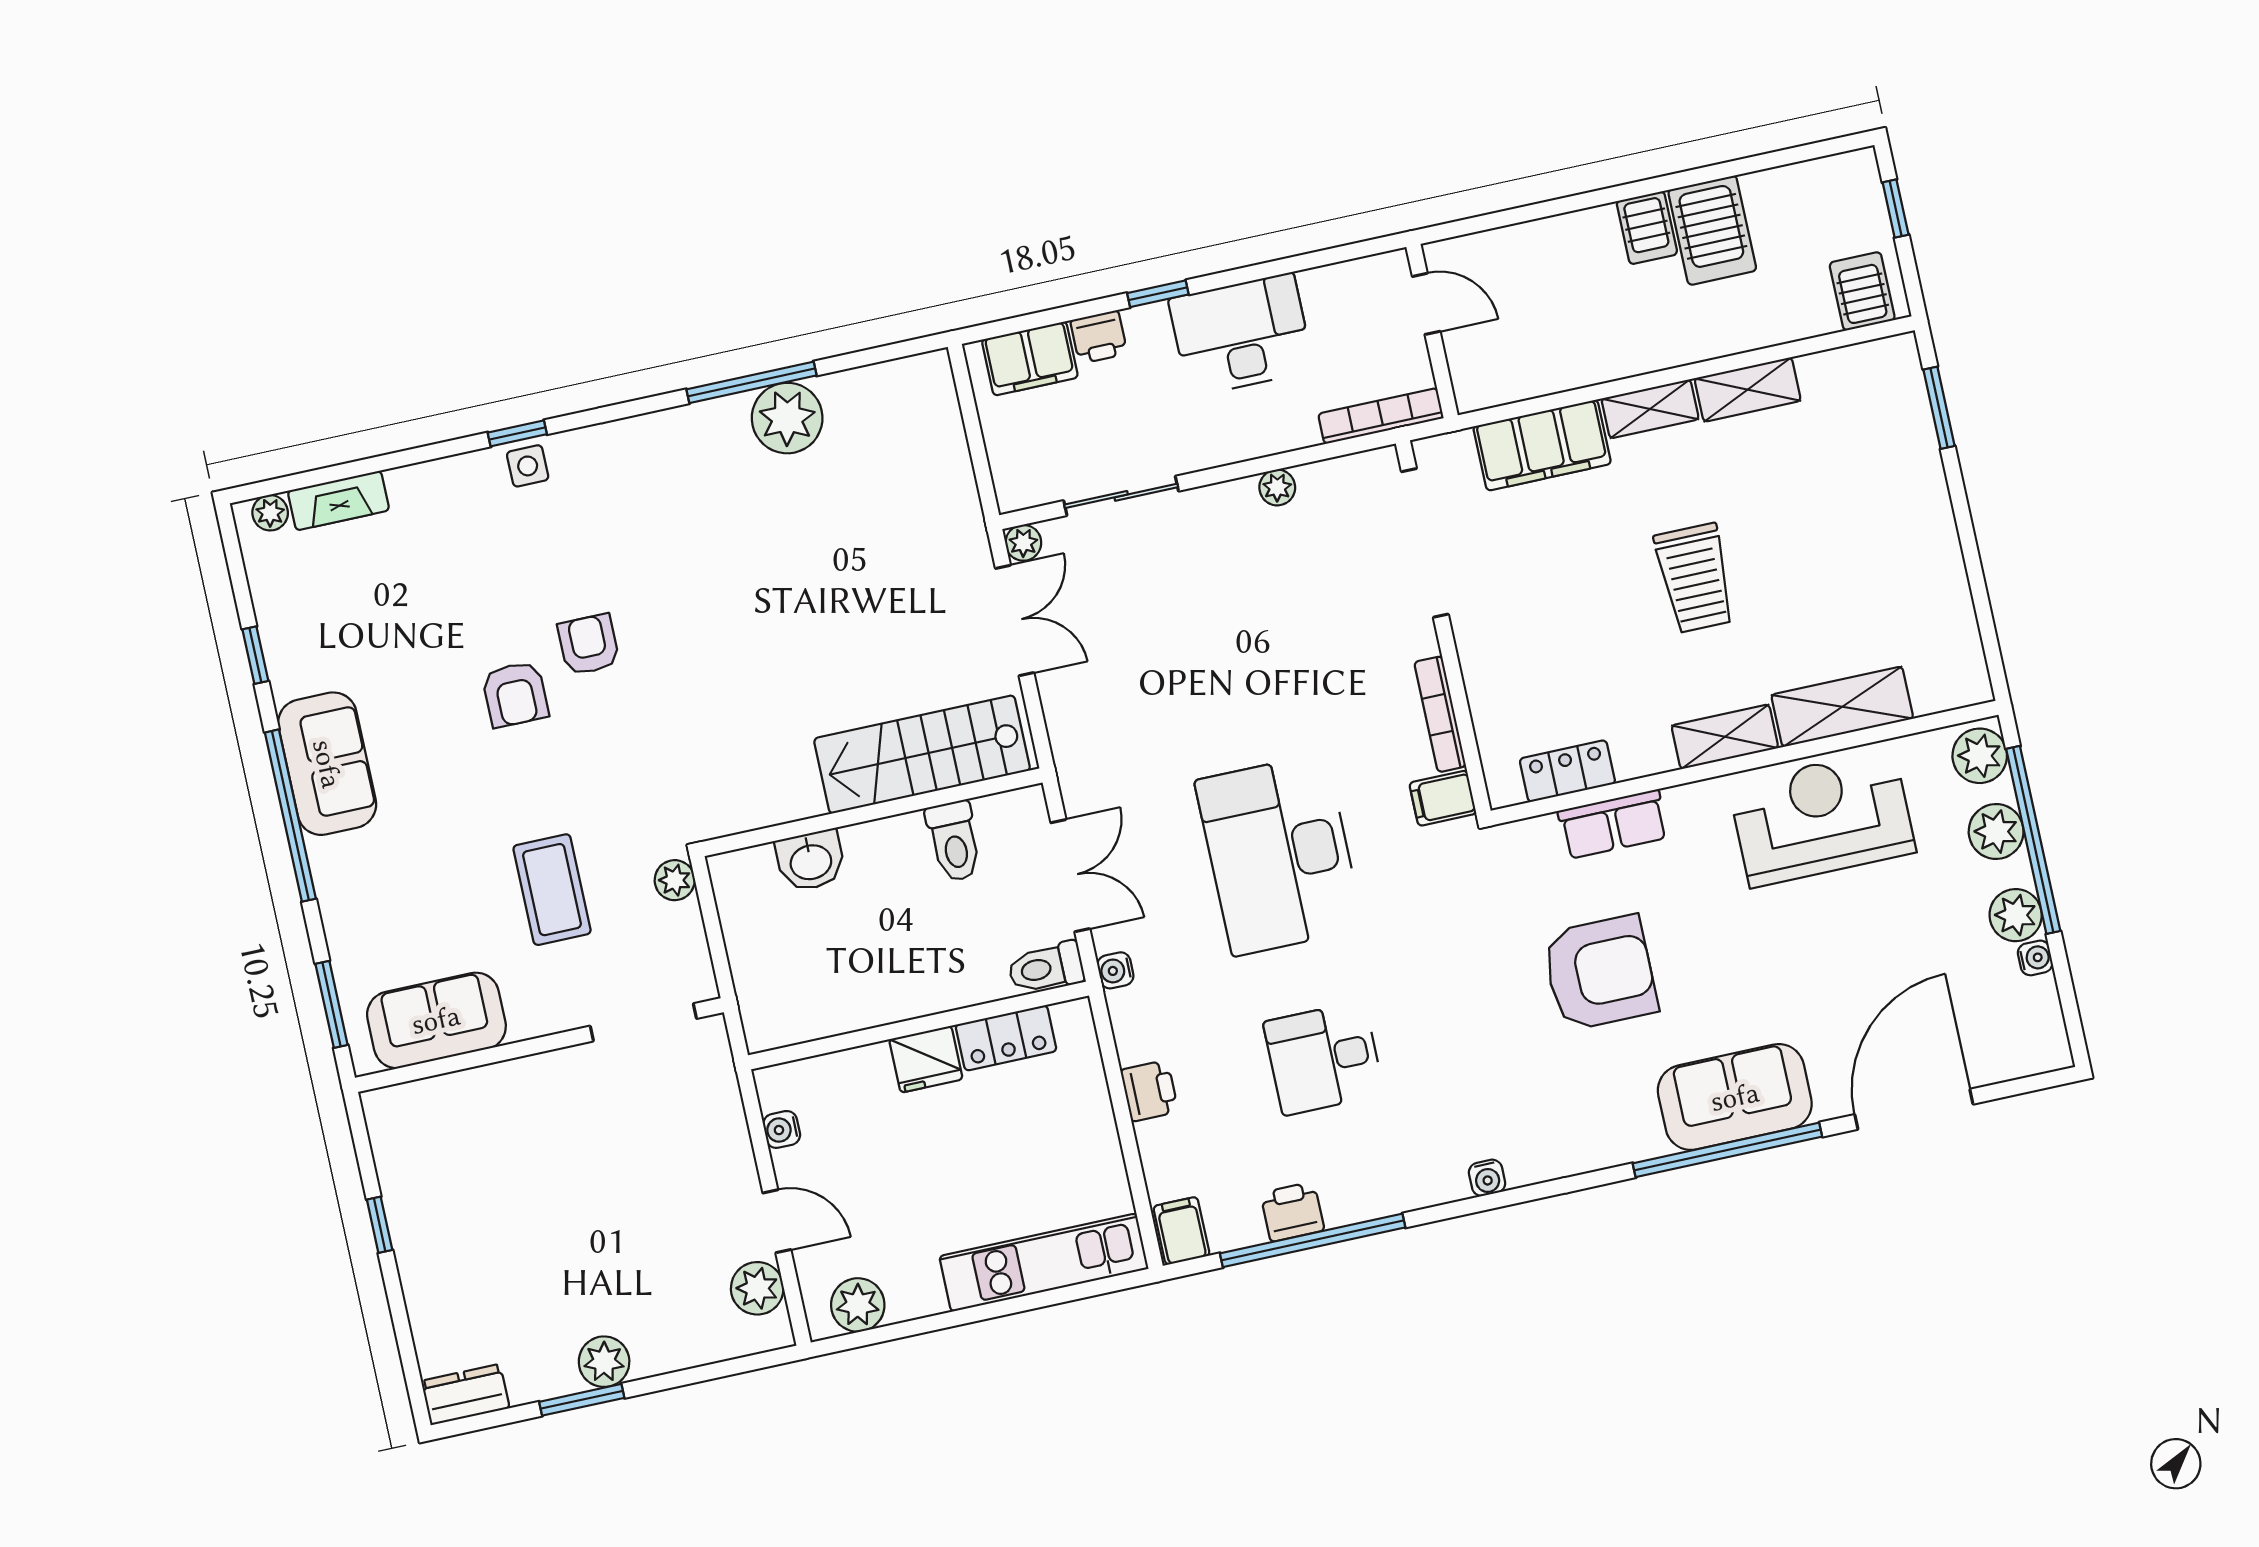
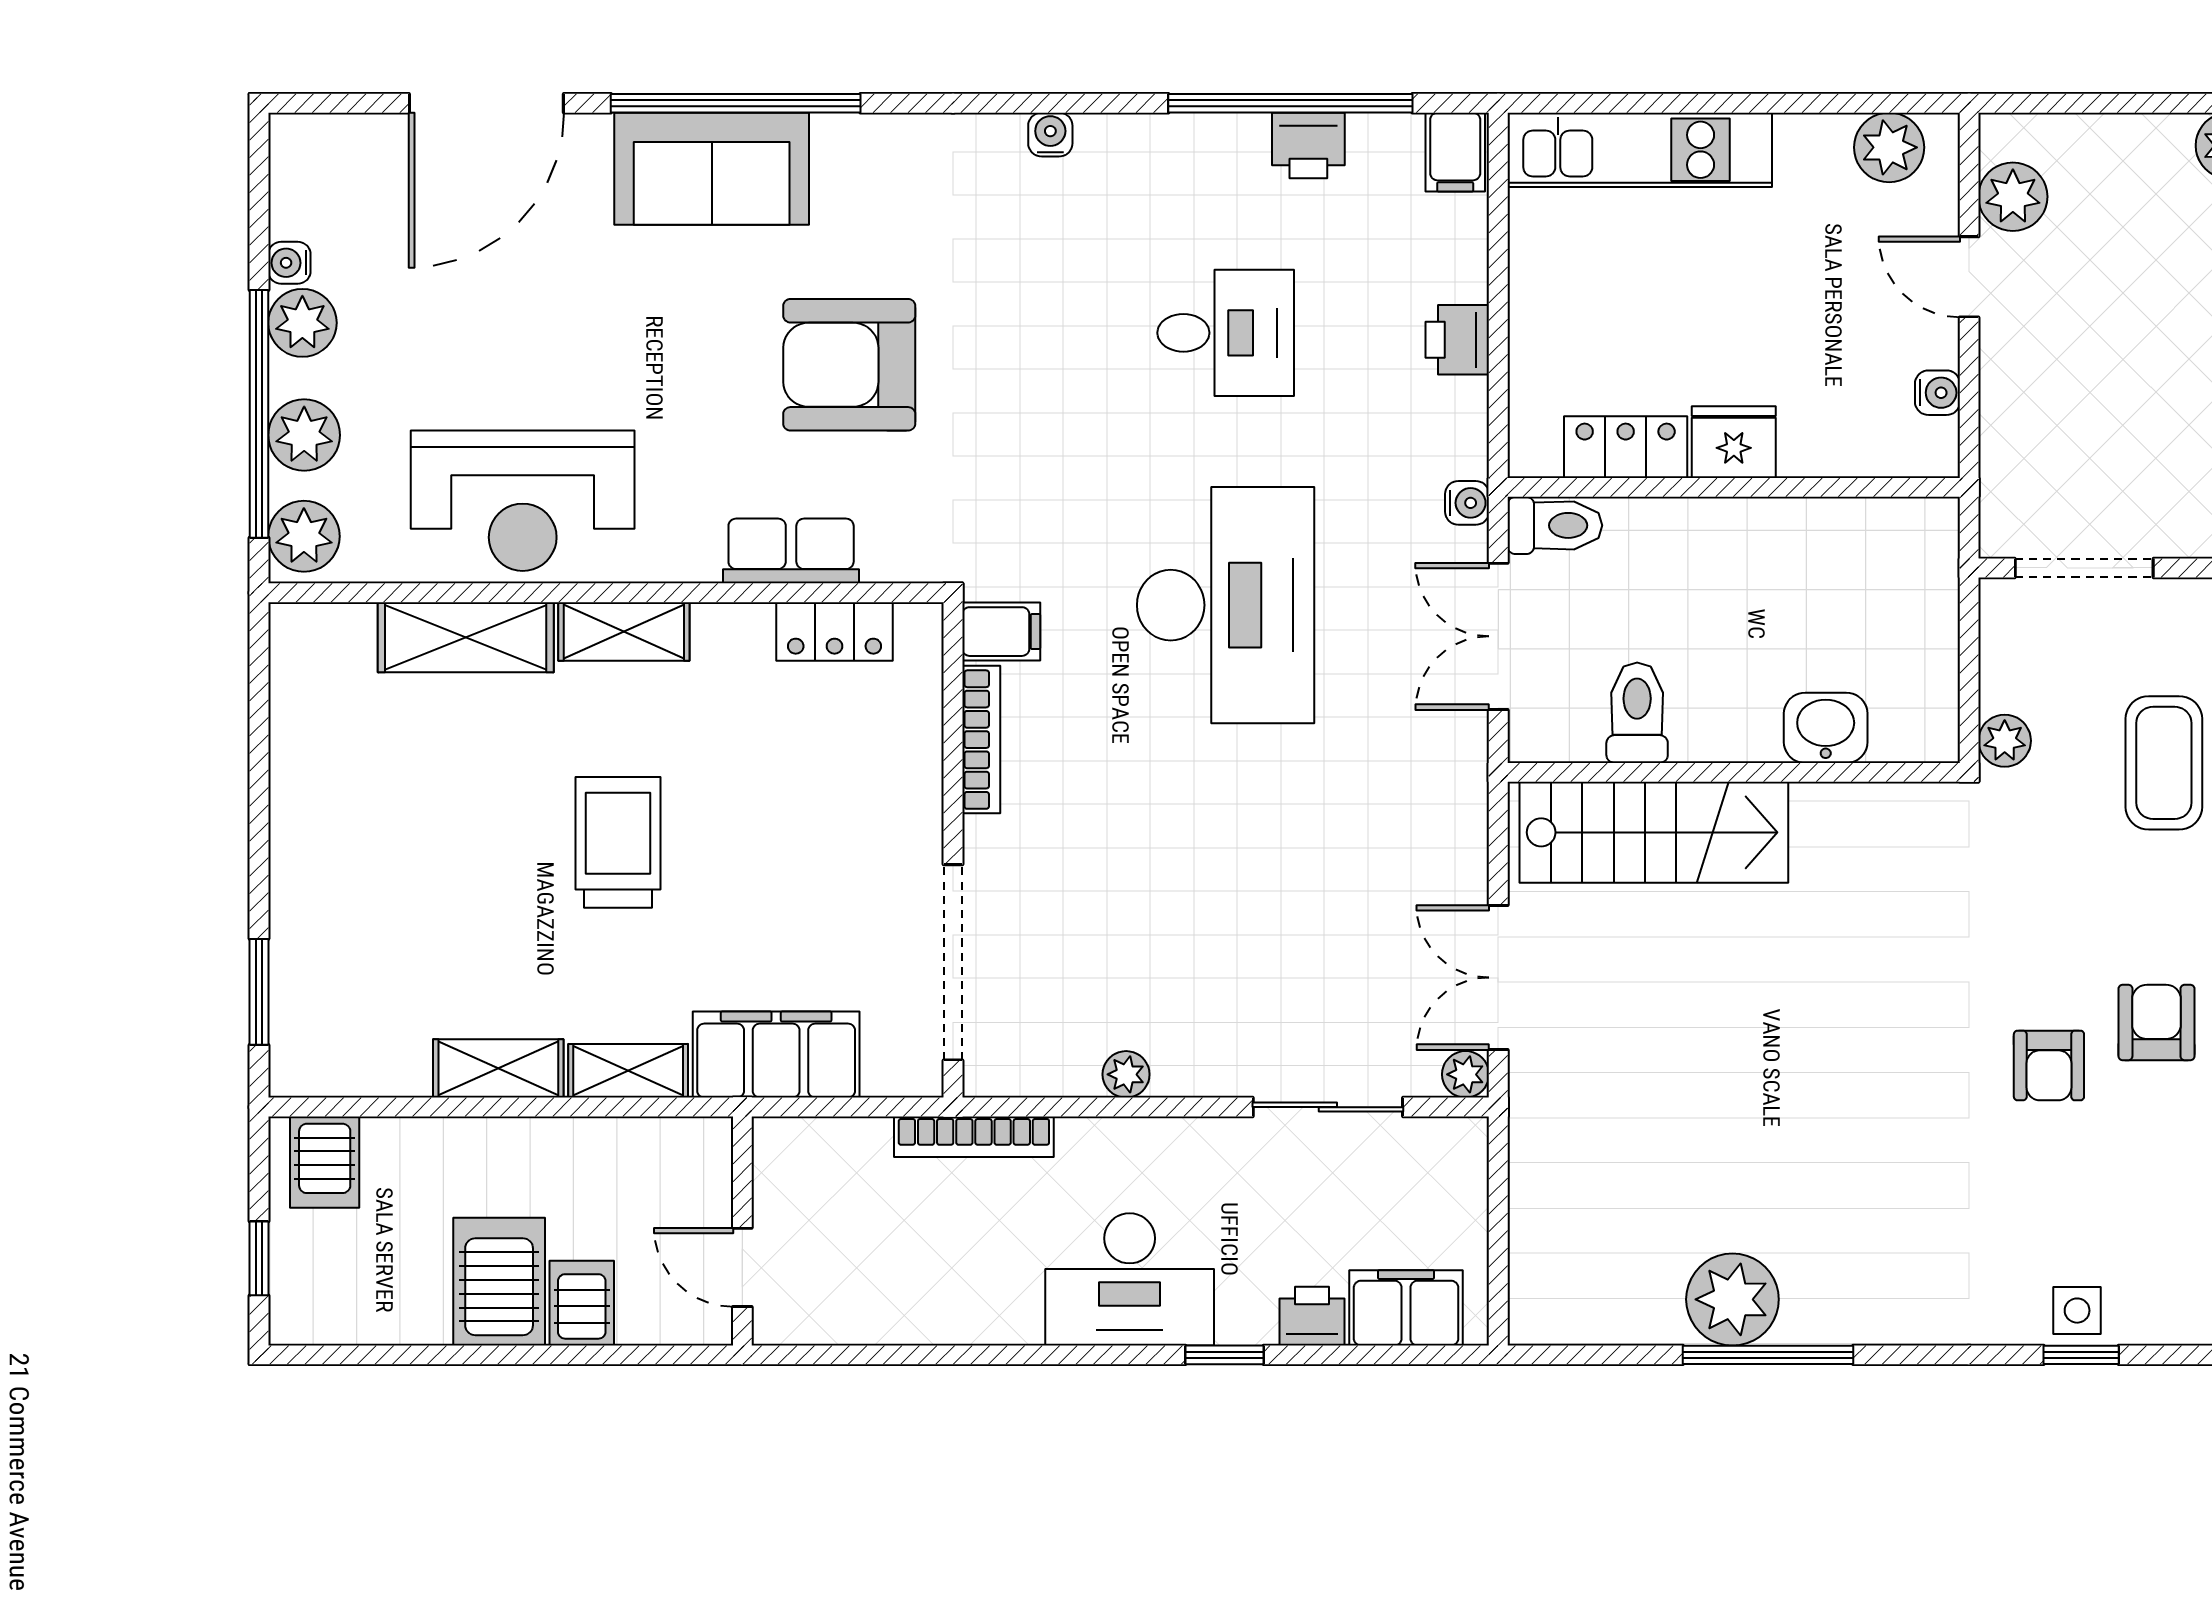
door: (1426, 304) -> (742, 1267), moved
wall: (1432, 331) -> (742, 1231), moved

